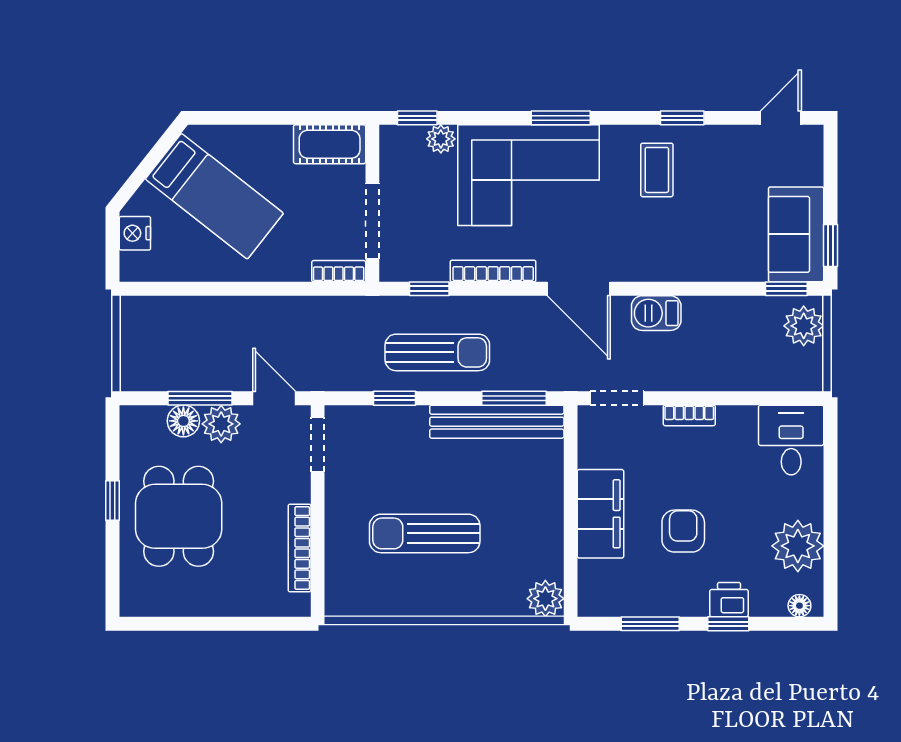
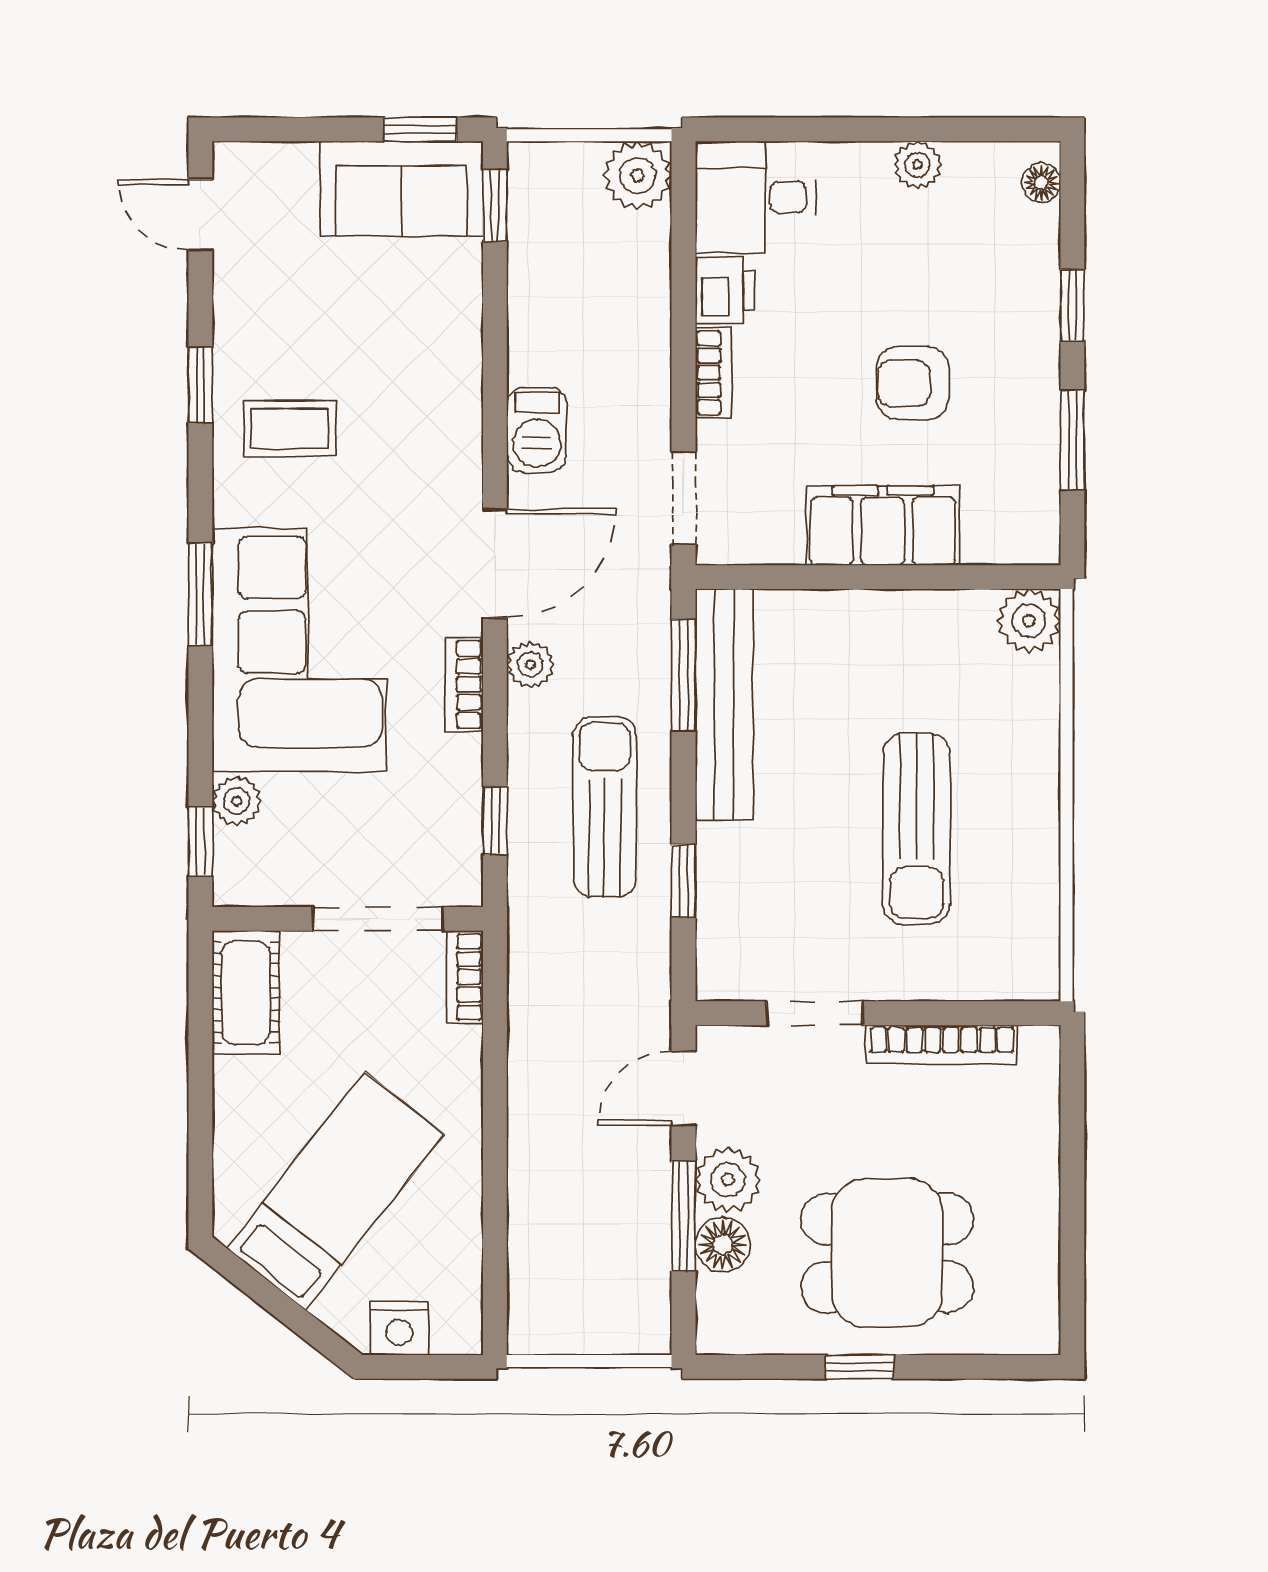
bookcase: (493, 271) -> (464, 684), width x0.64
plant: (520, 309) -> (530, 665), added
plant: (804, 326) -> (637, 175), moved
doorway: (318, 445) -> (815, 1013), moved
plant: (798, 546) -> (918, 165), width x0.53, depth x0.53
printer: (729, 600) -> (725, 290), moved, turned 180

